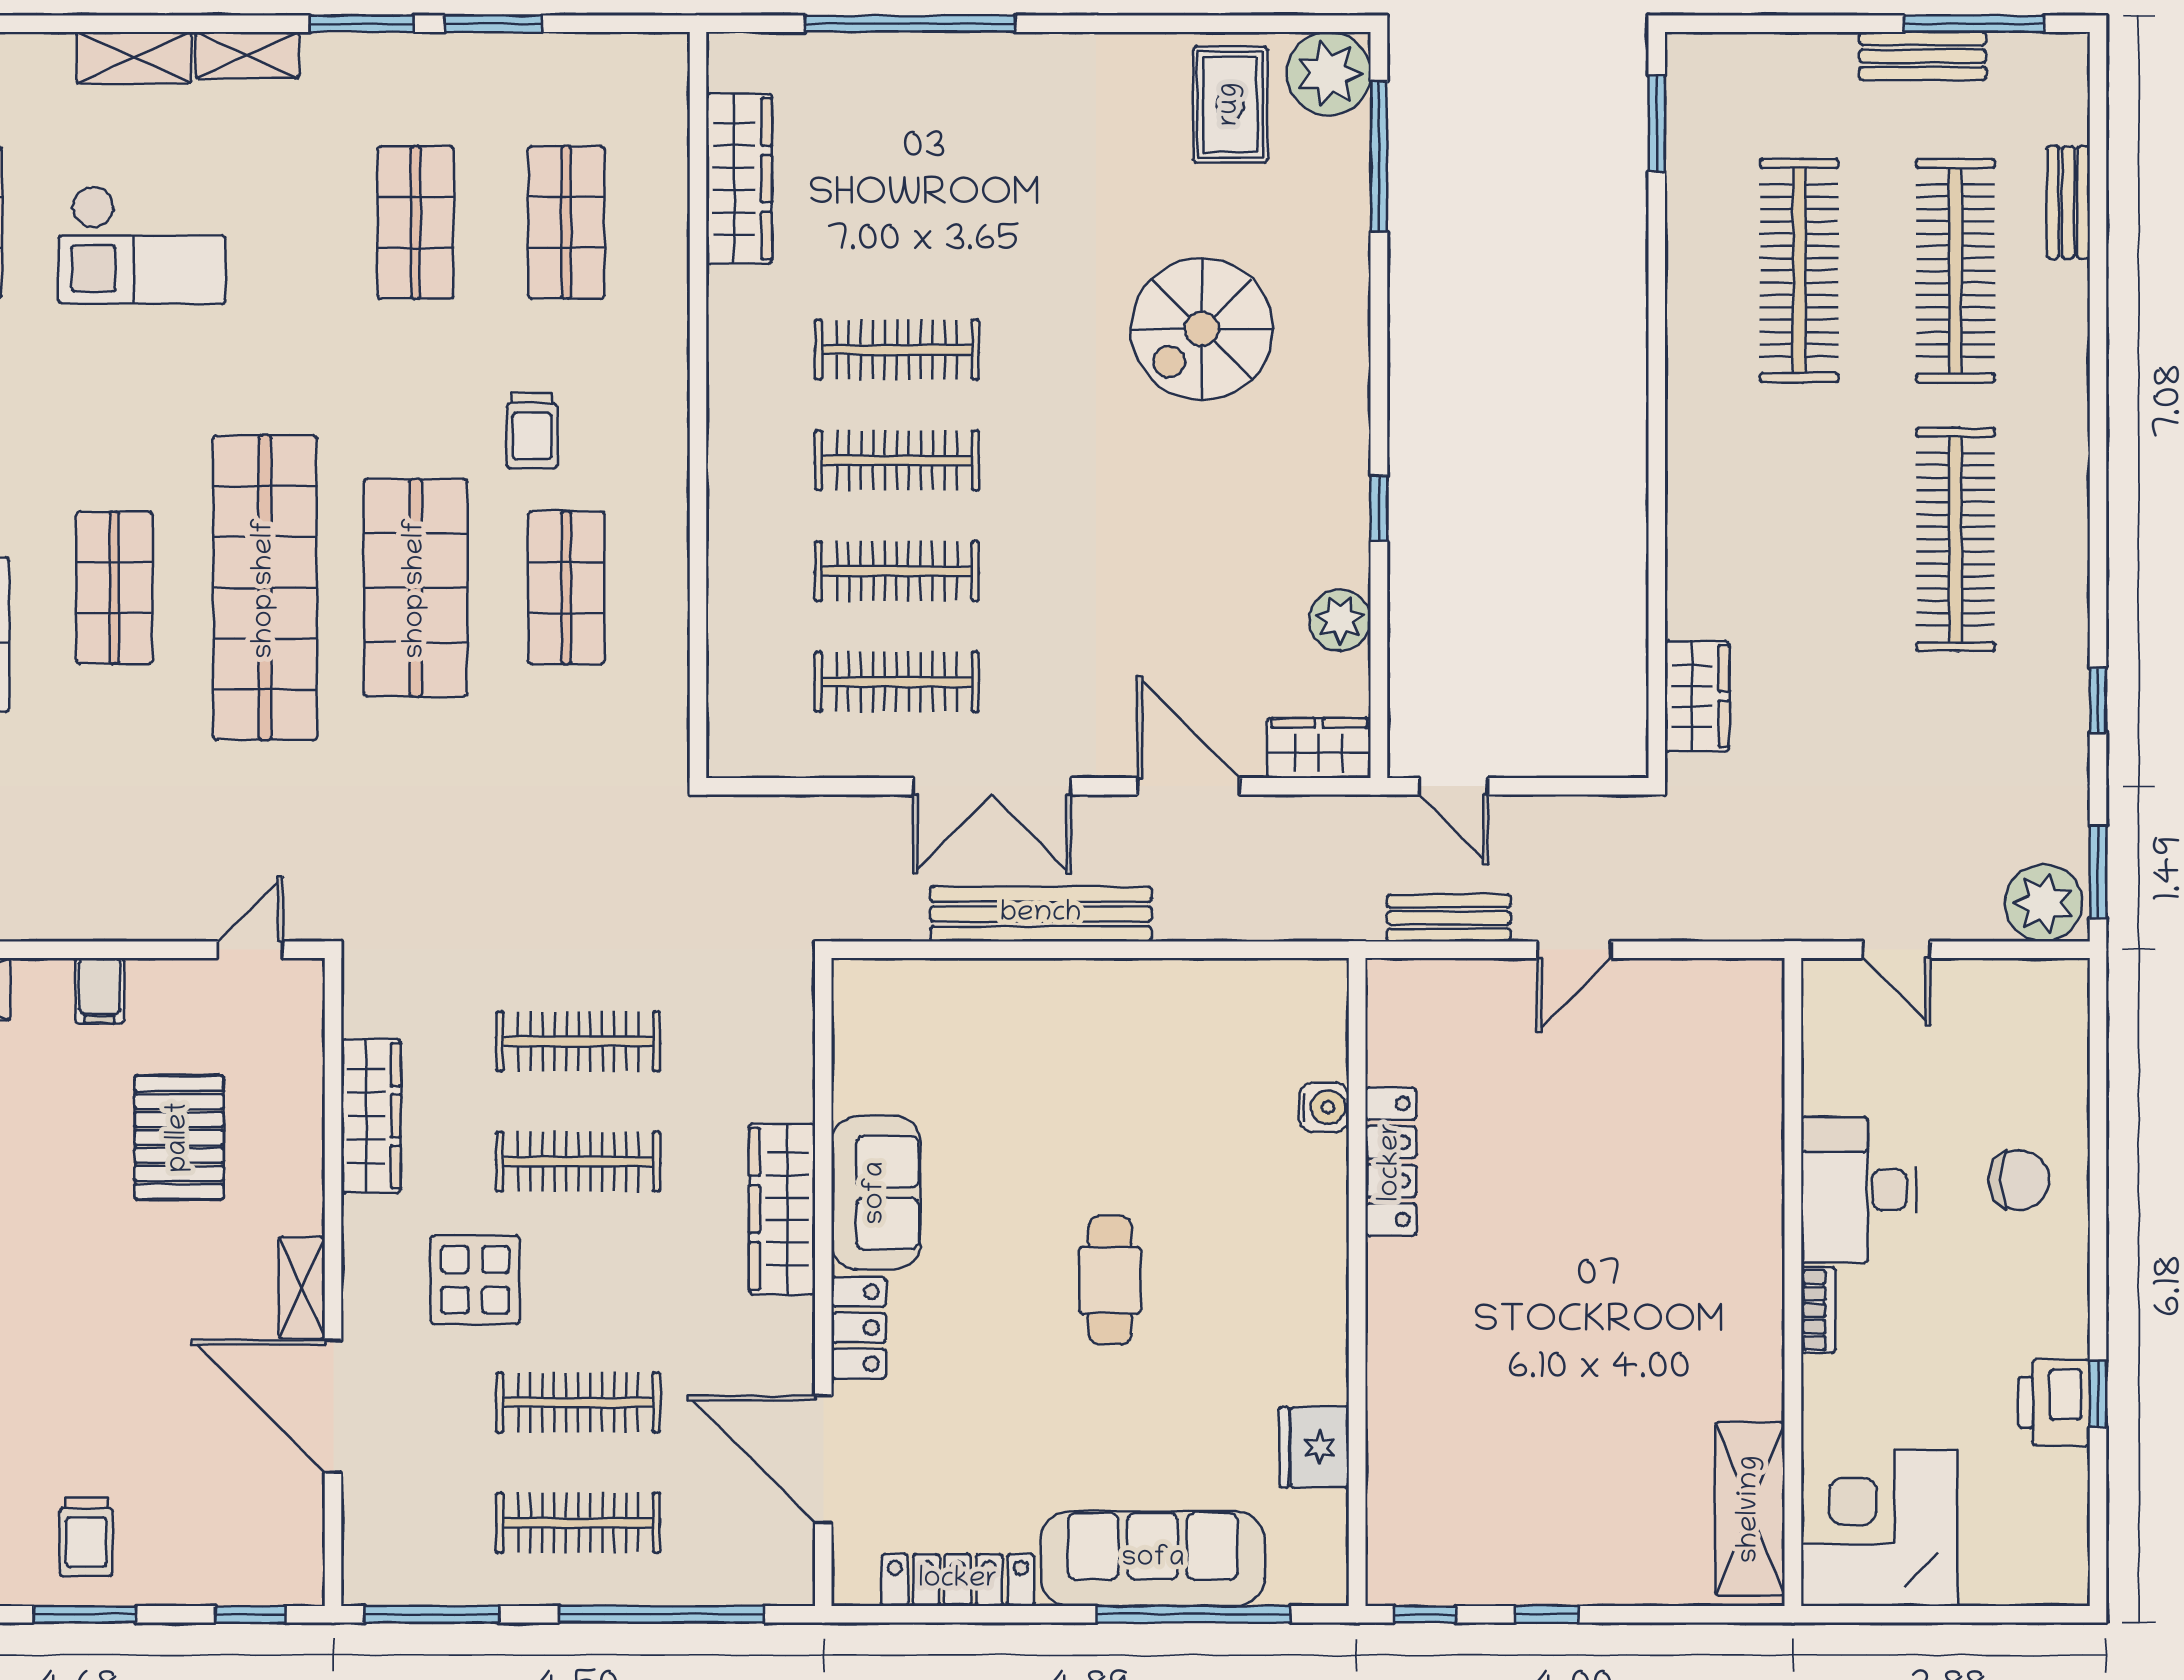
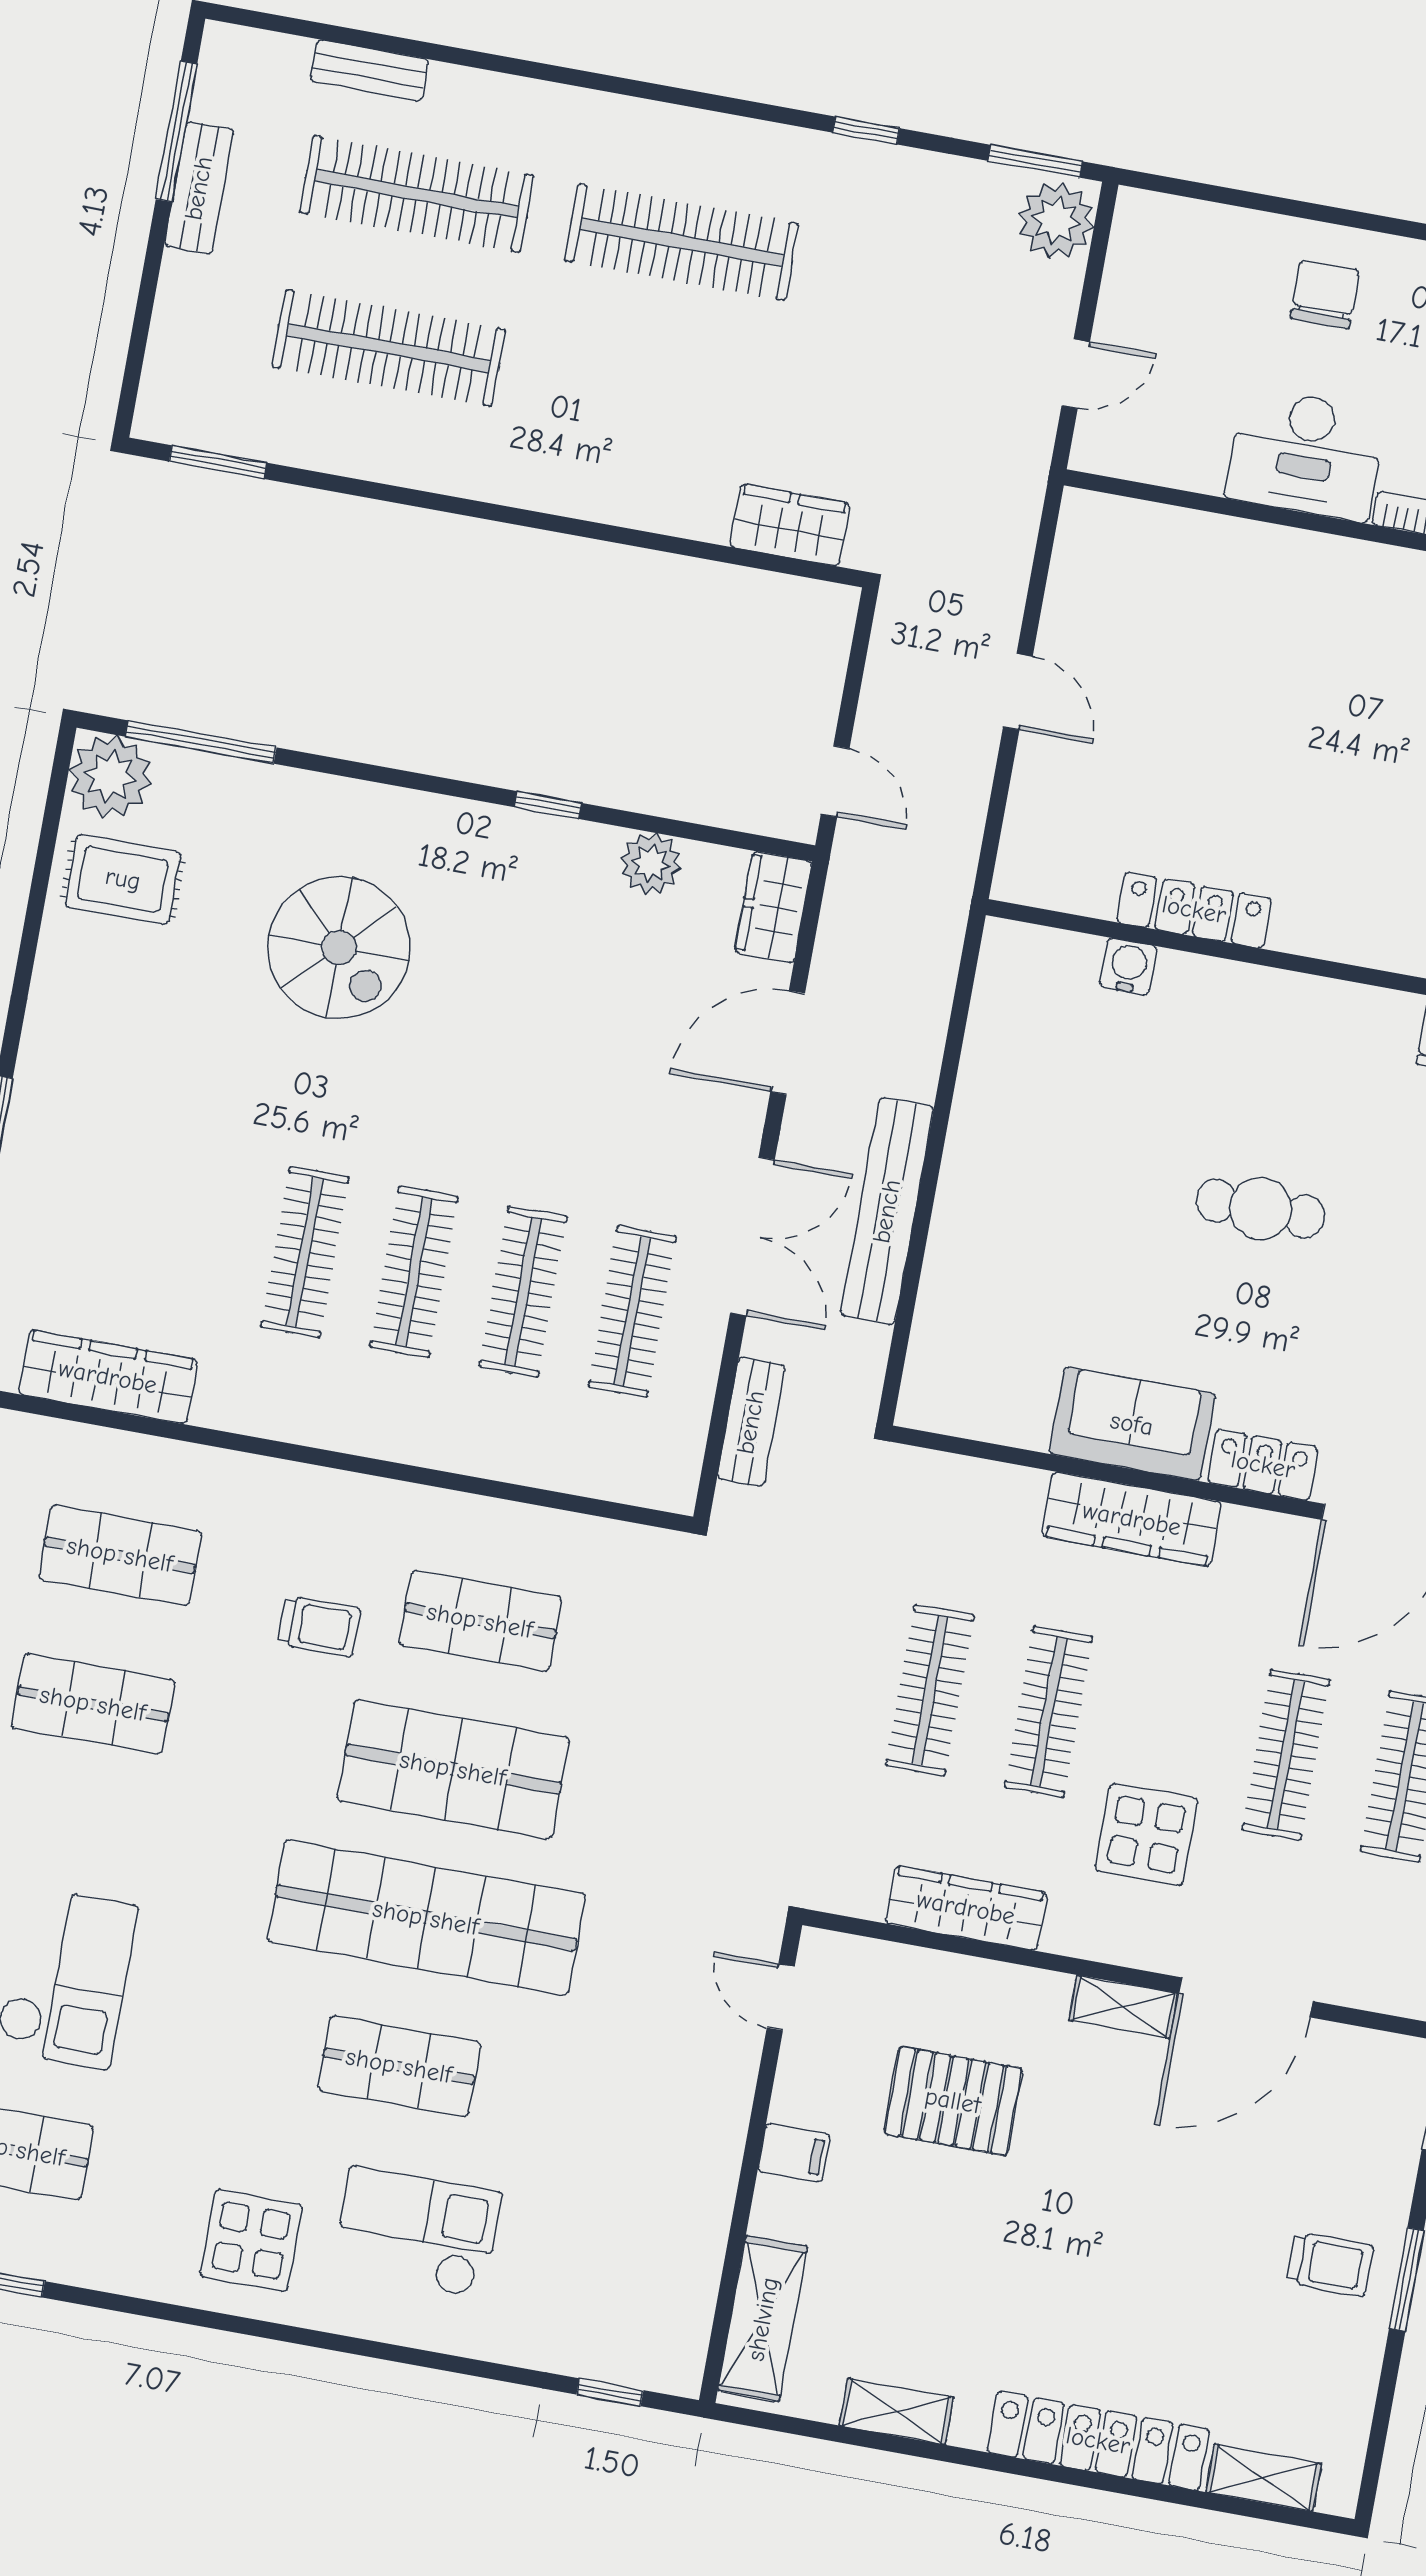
door: (1453, 786) -> (835, 781), hinge flipped
bench: (1449, 918) -> (751, 1422), moved

